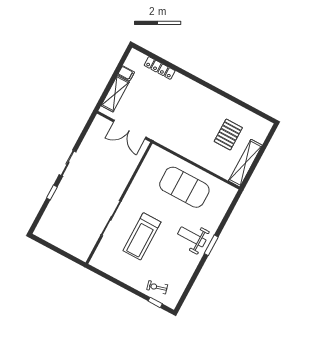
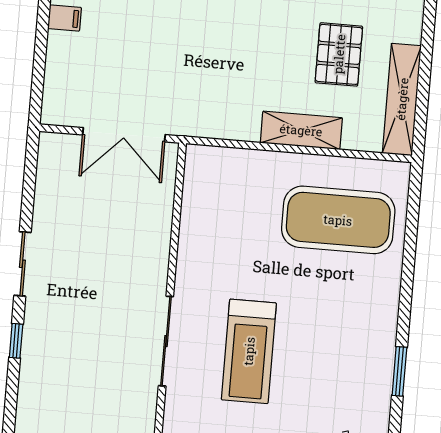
shelving: (115, 94) -> (301, 130), moved, turned 90
exercise mat: (184, 187) -> (338, 220), moved
weight bench: (192, 237) -> (356, 307), removed
window: (211, 245) -> (399, 371), moved

